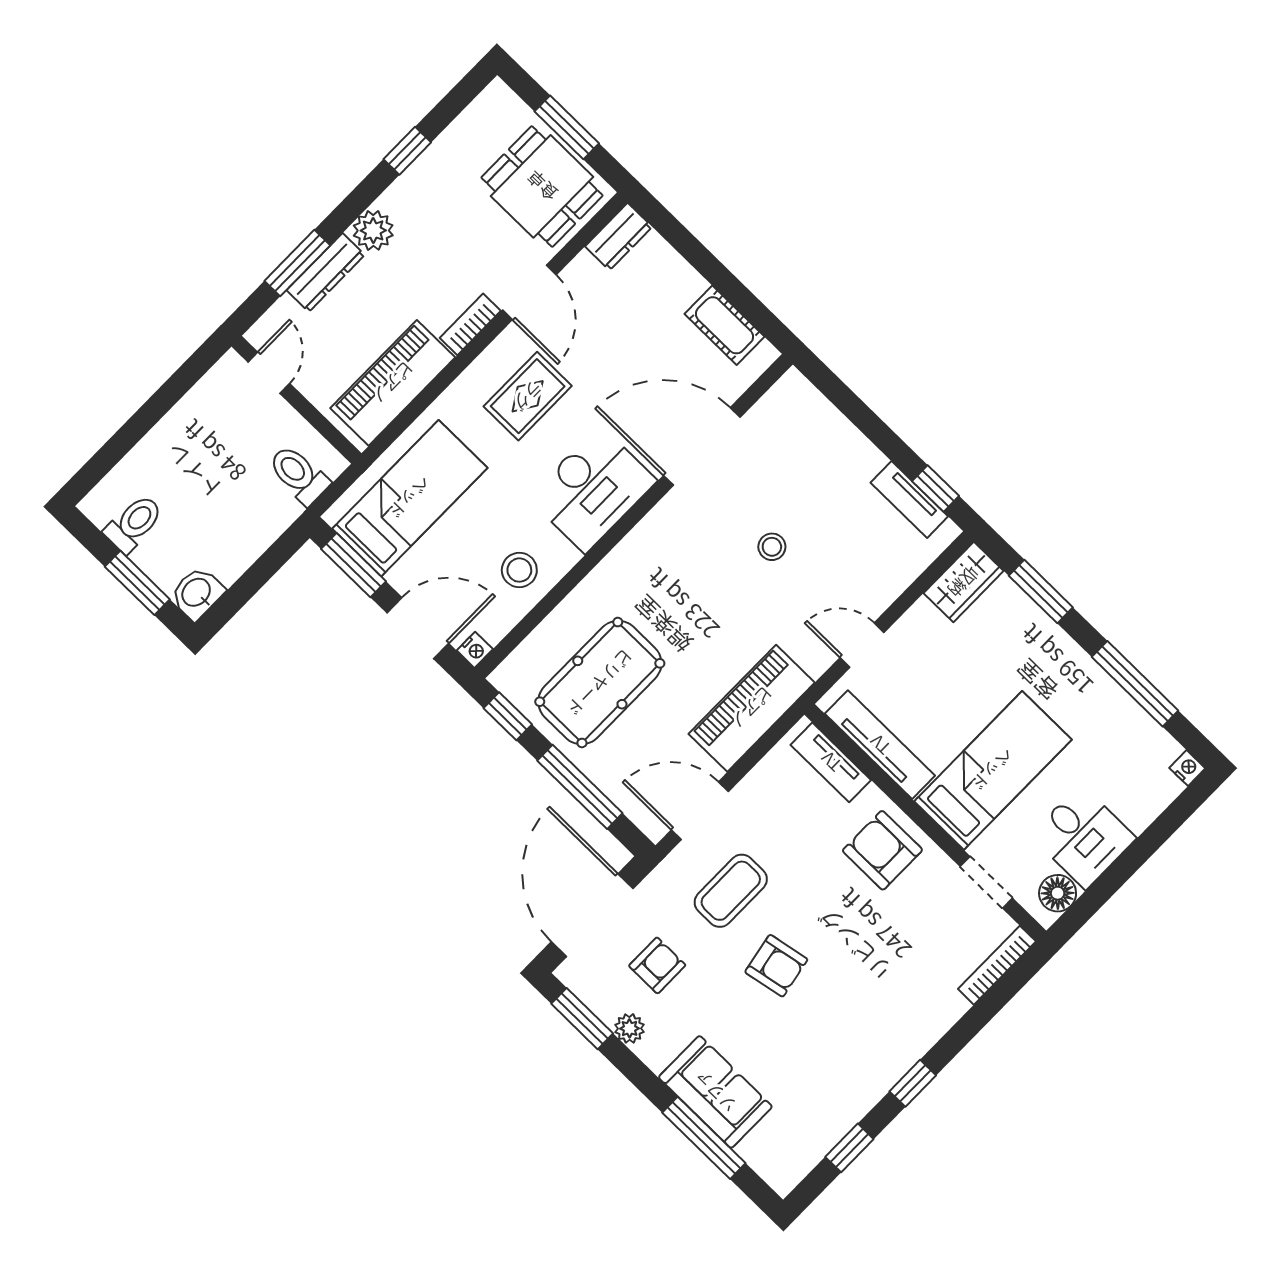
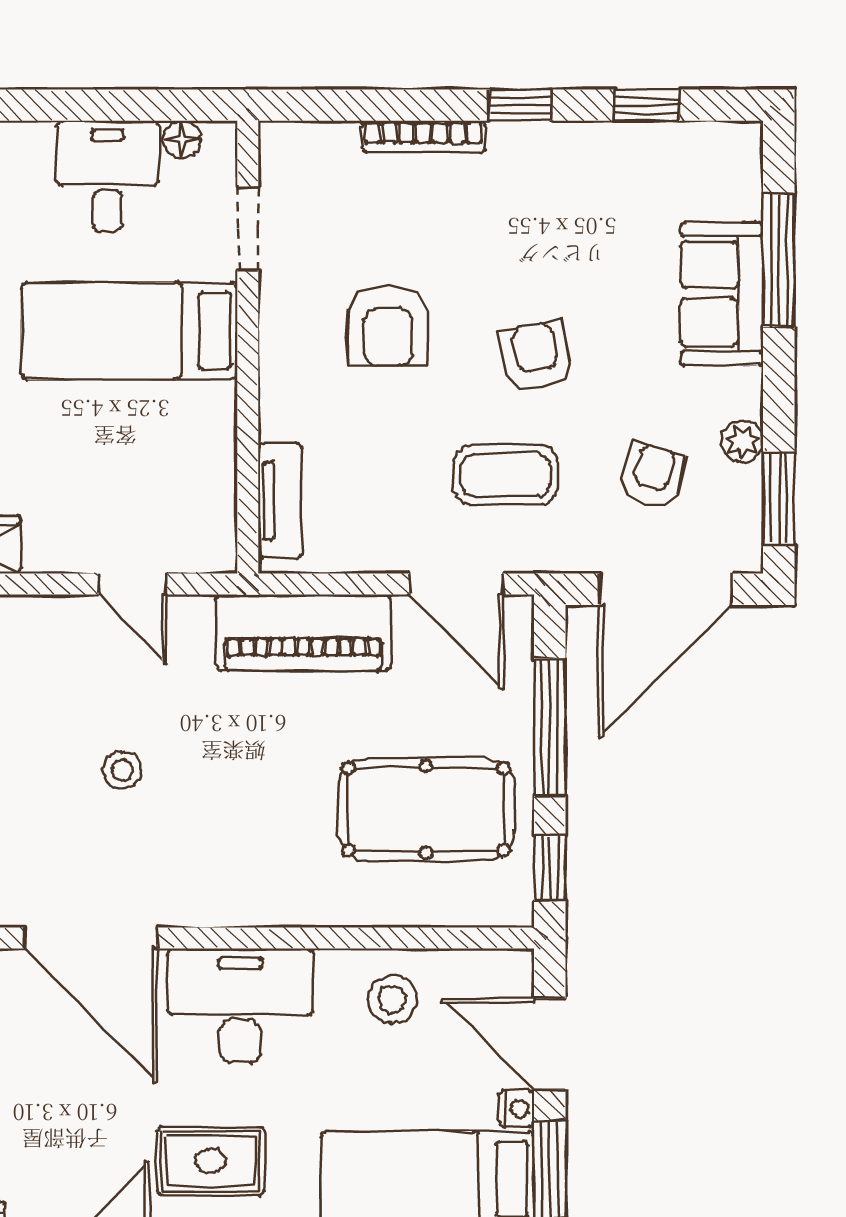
nightstand: (475, 650) -> (517, 1108), moved, turned 90
tv unit: (880, 745) -> (214, 469), removed
armchair: (882, 850) -> (388, 326), moved
floor lamp: (1058, 893) -> (182, 139), width x0.73, depth x0.73
armchair: (657, 965) -> (652, 475), turned 105
bookcase: (997, 965) -> (423, 137), moved

